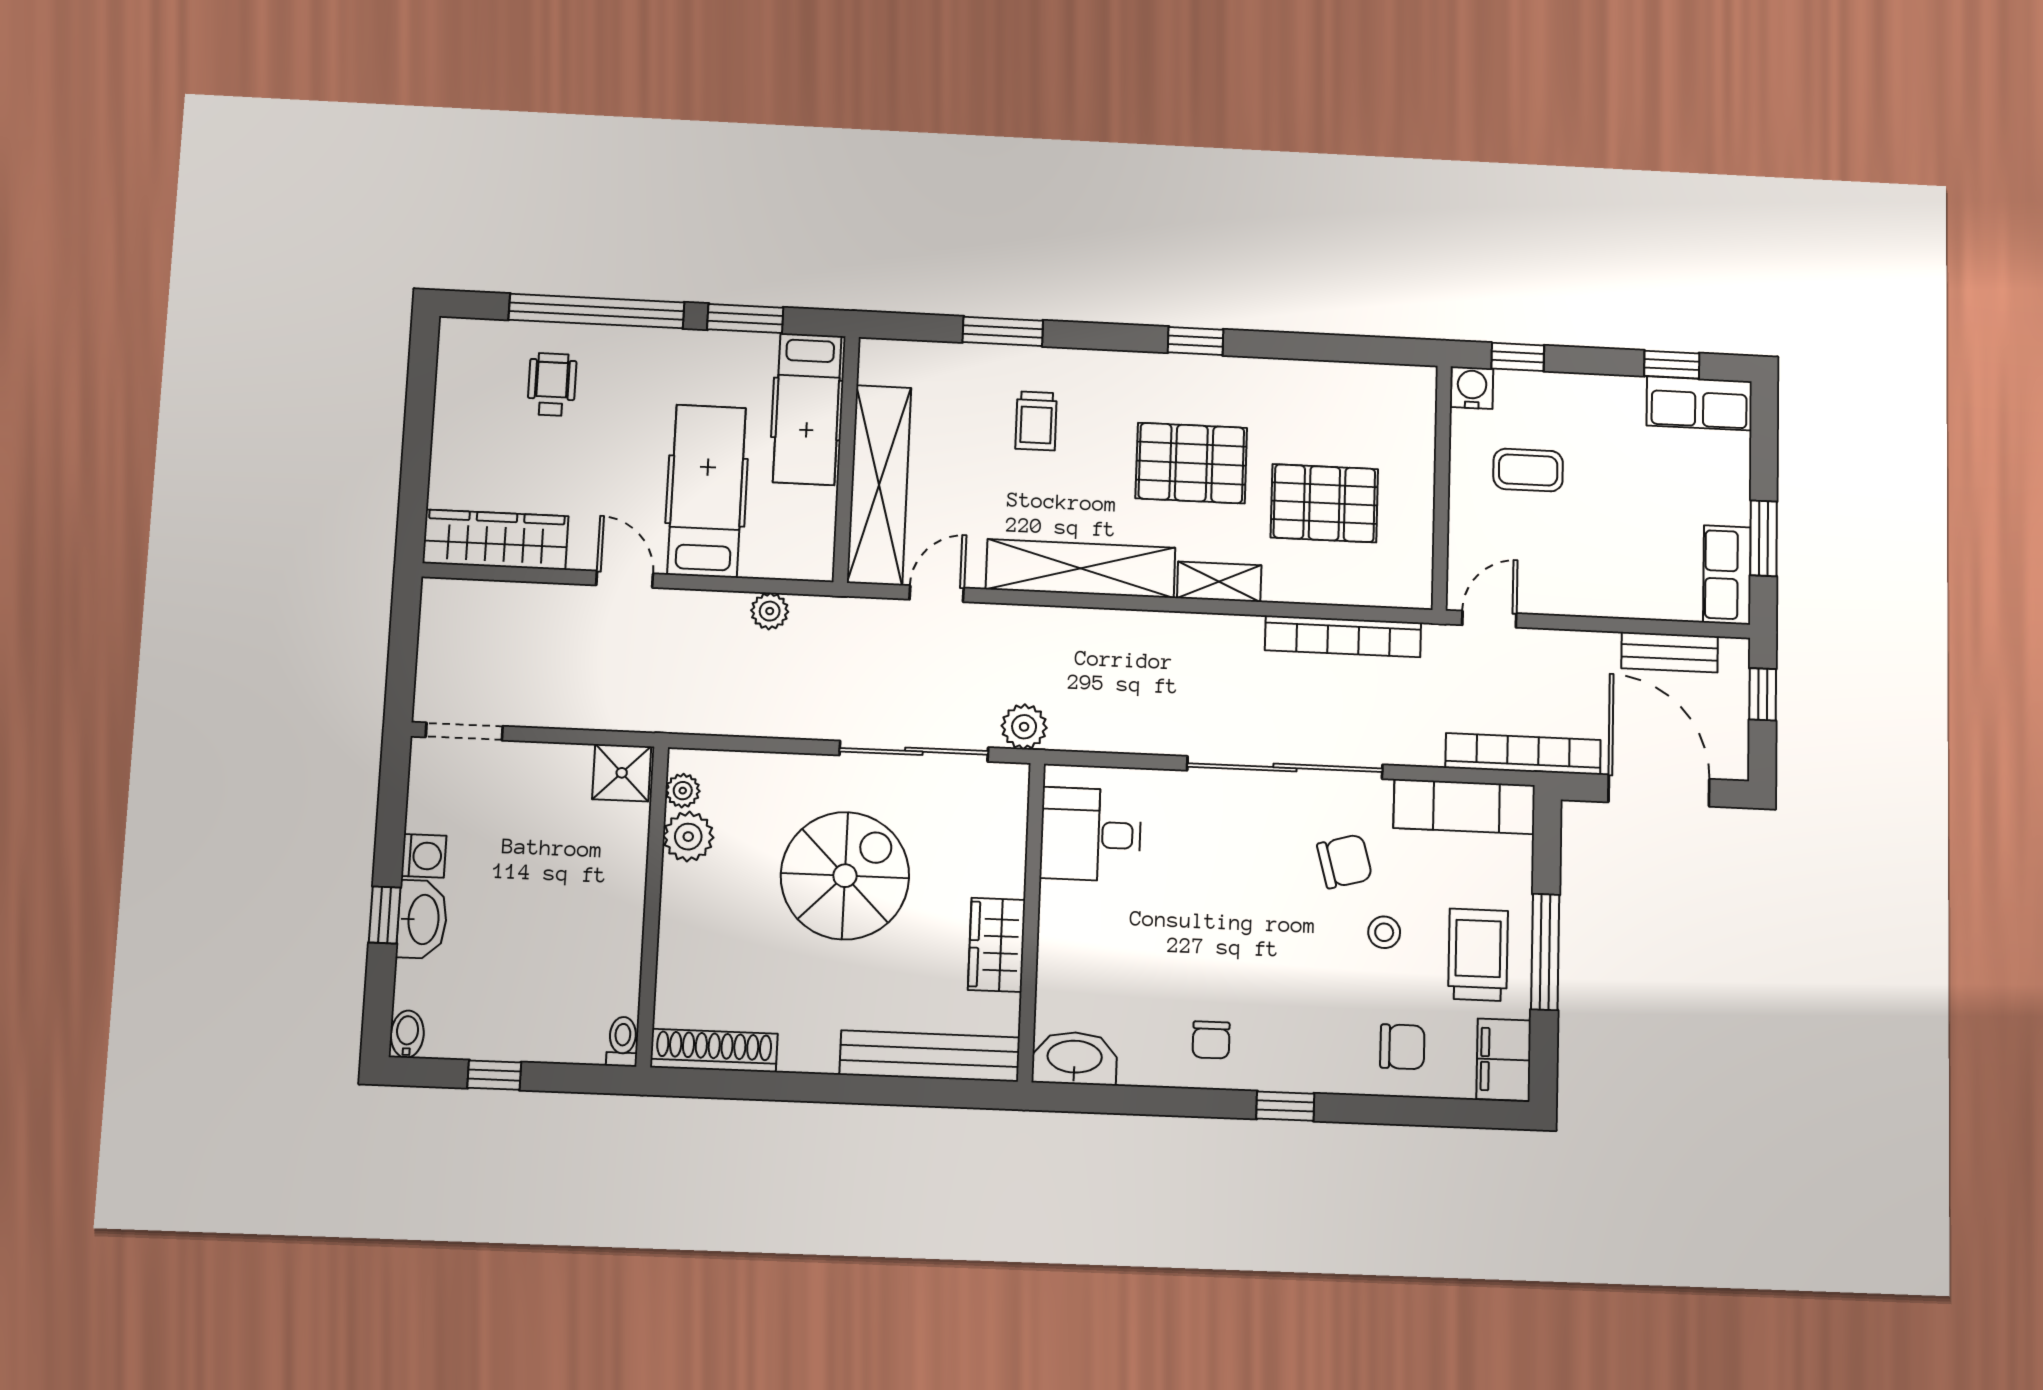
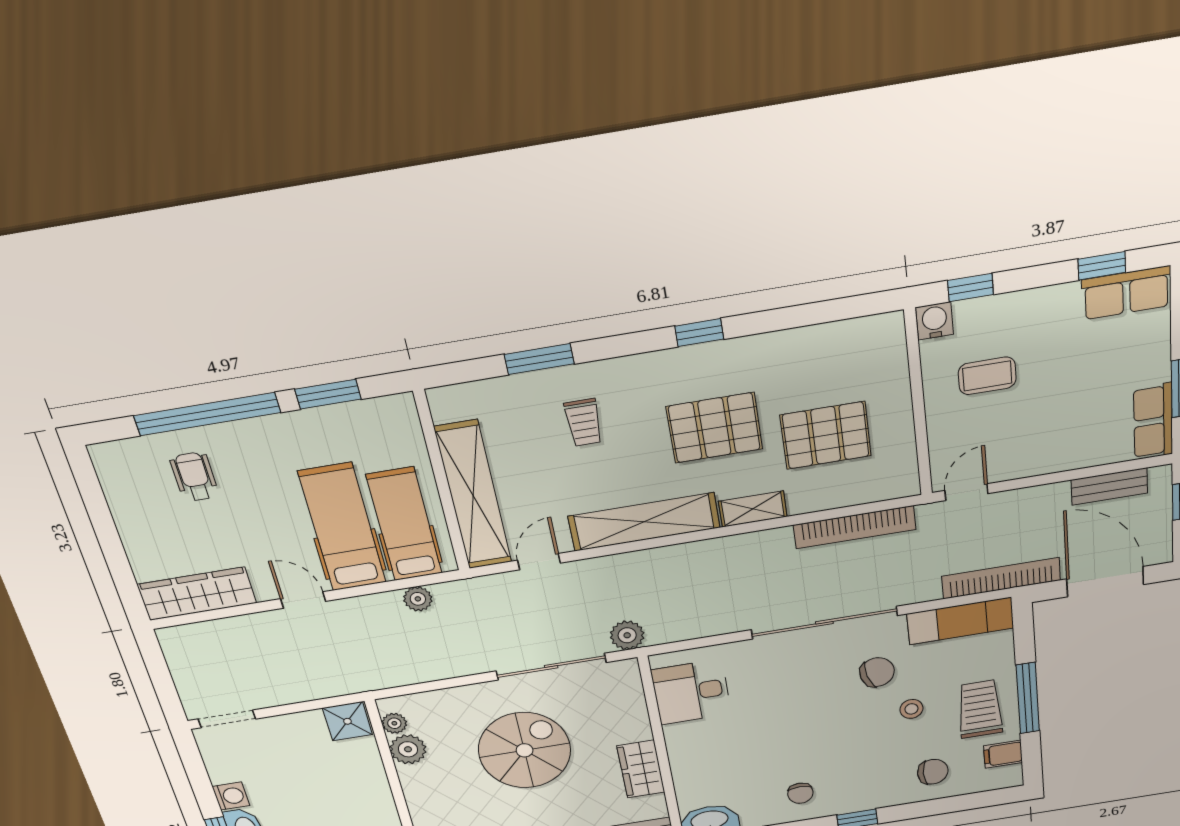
hospital bed: (807, 409) -> (404, 524), moved, turned 180
filing cabinet: (1504, 1060) -> (1003, 754), width x0.50

